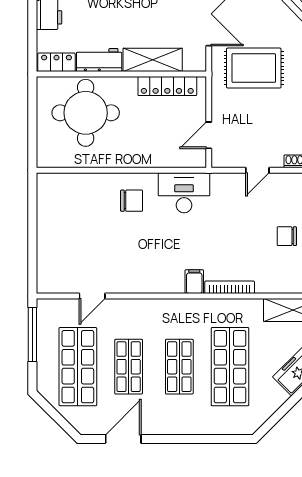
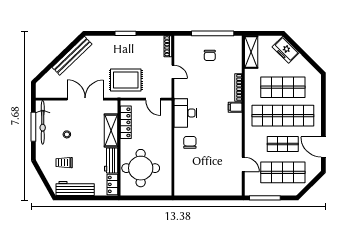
rug: (254, 68) -> (126, 80), moved, turned 90
shop shelf: (179, 367) -> (283, 116), width x2.00, depth x1.36

